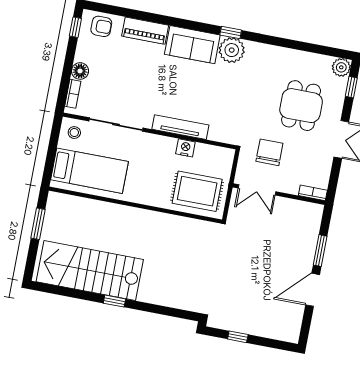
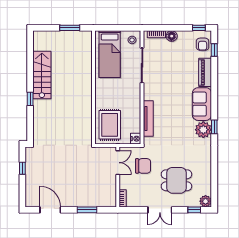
window: (114, 10) -> (214, 50), added
tv unit: (180, 127) -> (148, 118), moved
nightstand: (185, 148) -> (136, 139), moved
double door: (257, 190) -> (118, 163), swing flipped
stairs: (90, 271) -> (42, 75), width x0.73, depth x0.66
door: (313, 290) -> (50, 210), moved
window: (114, 301) -> (30, 99), moved

